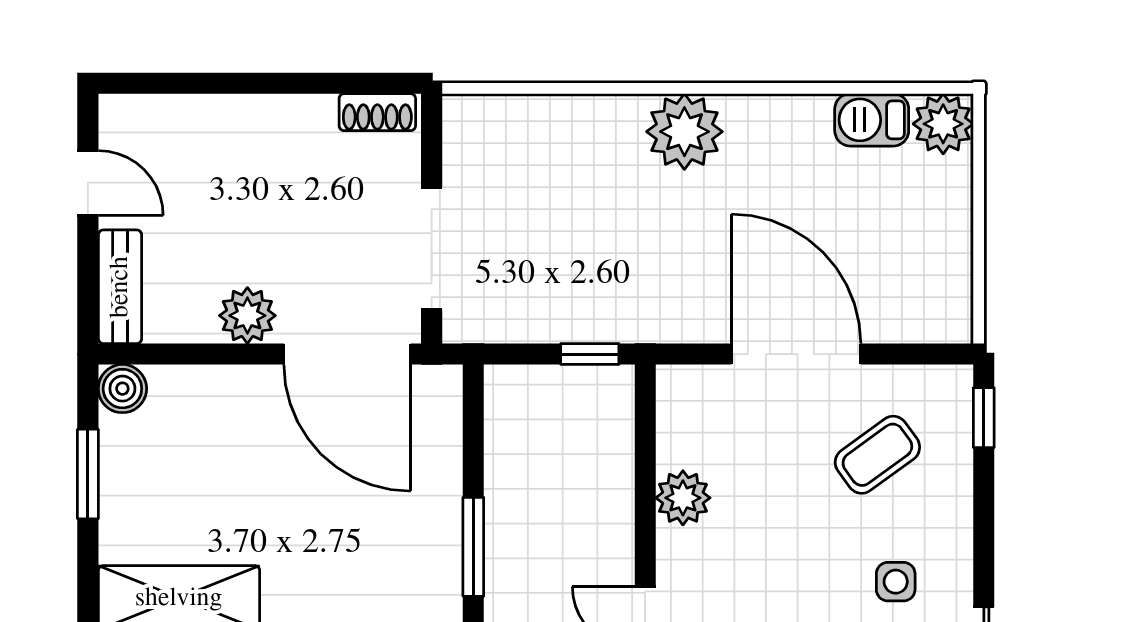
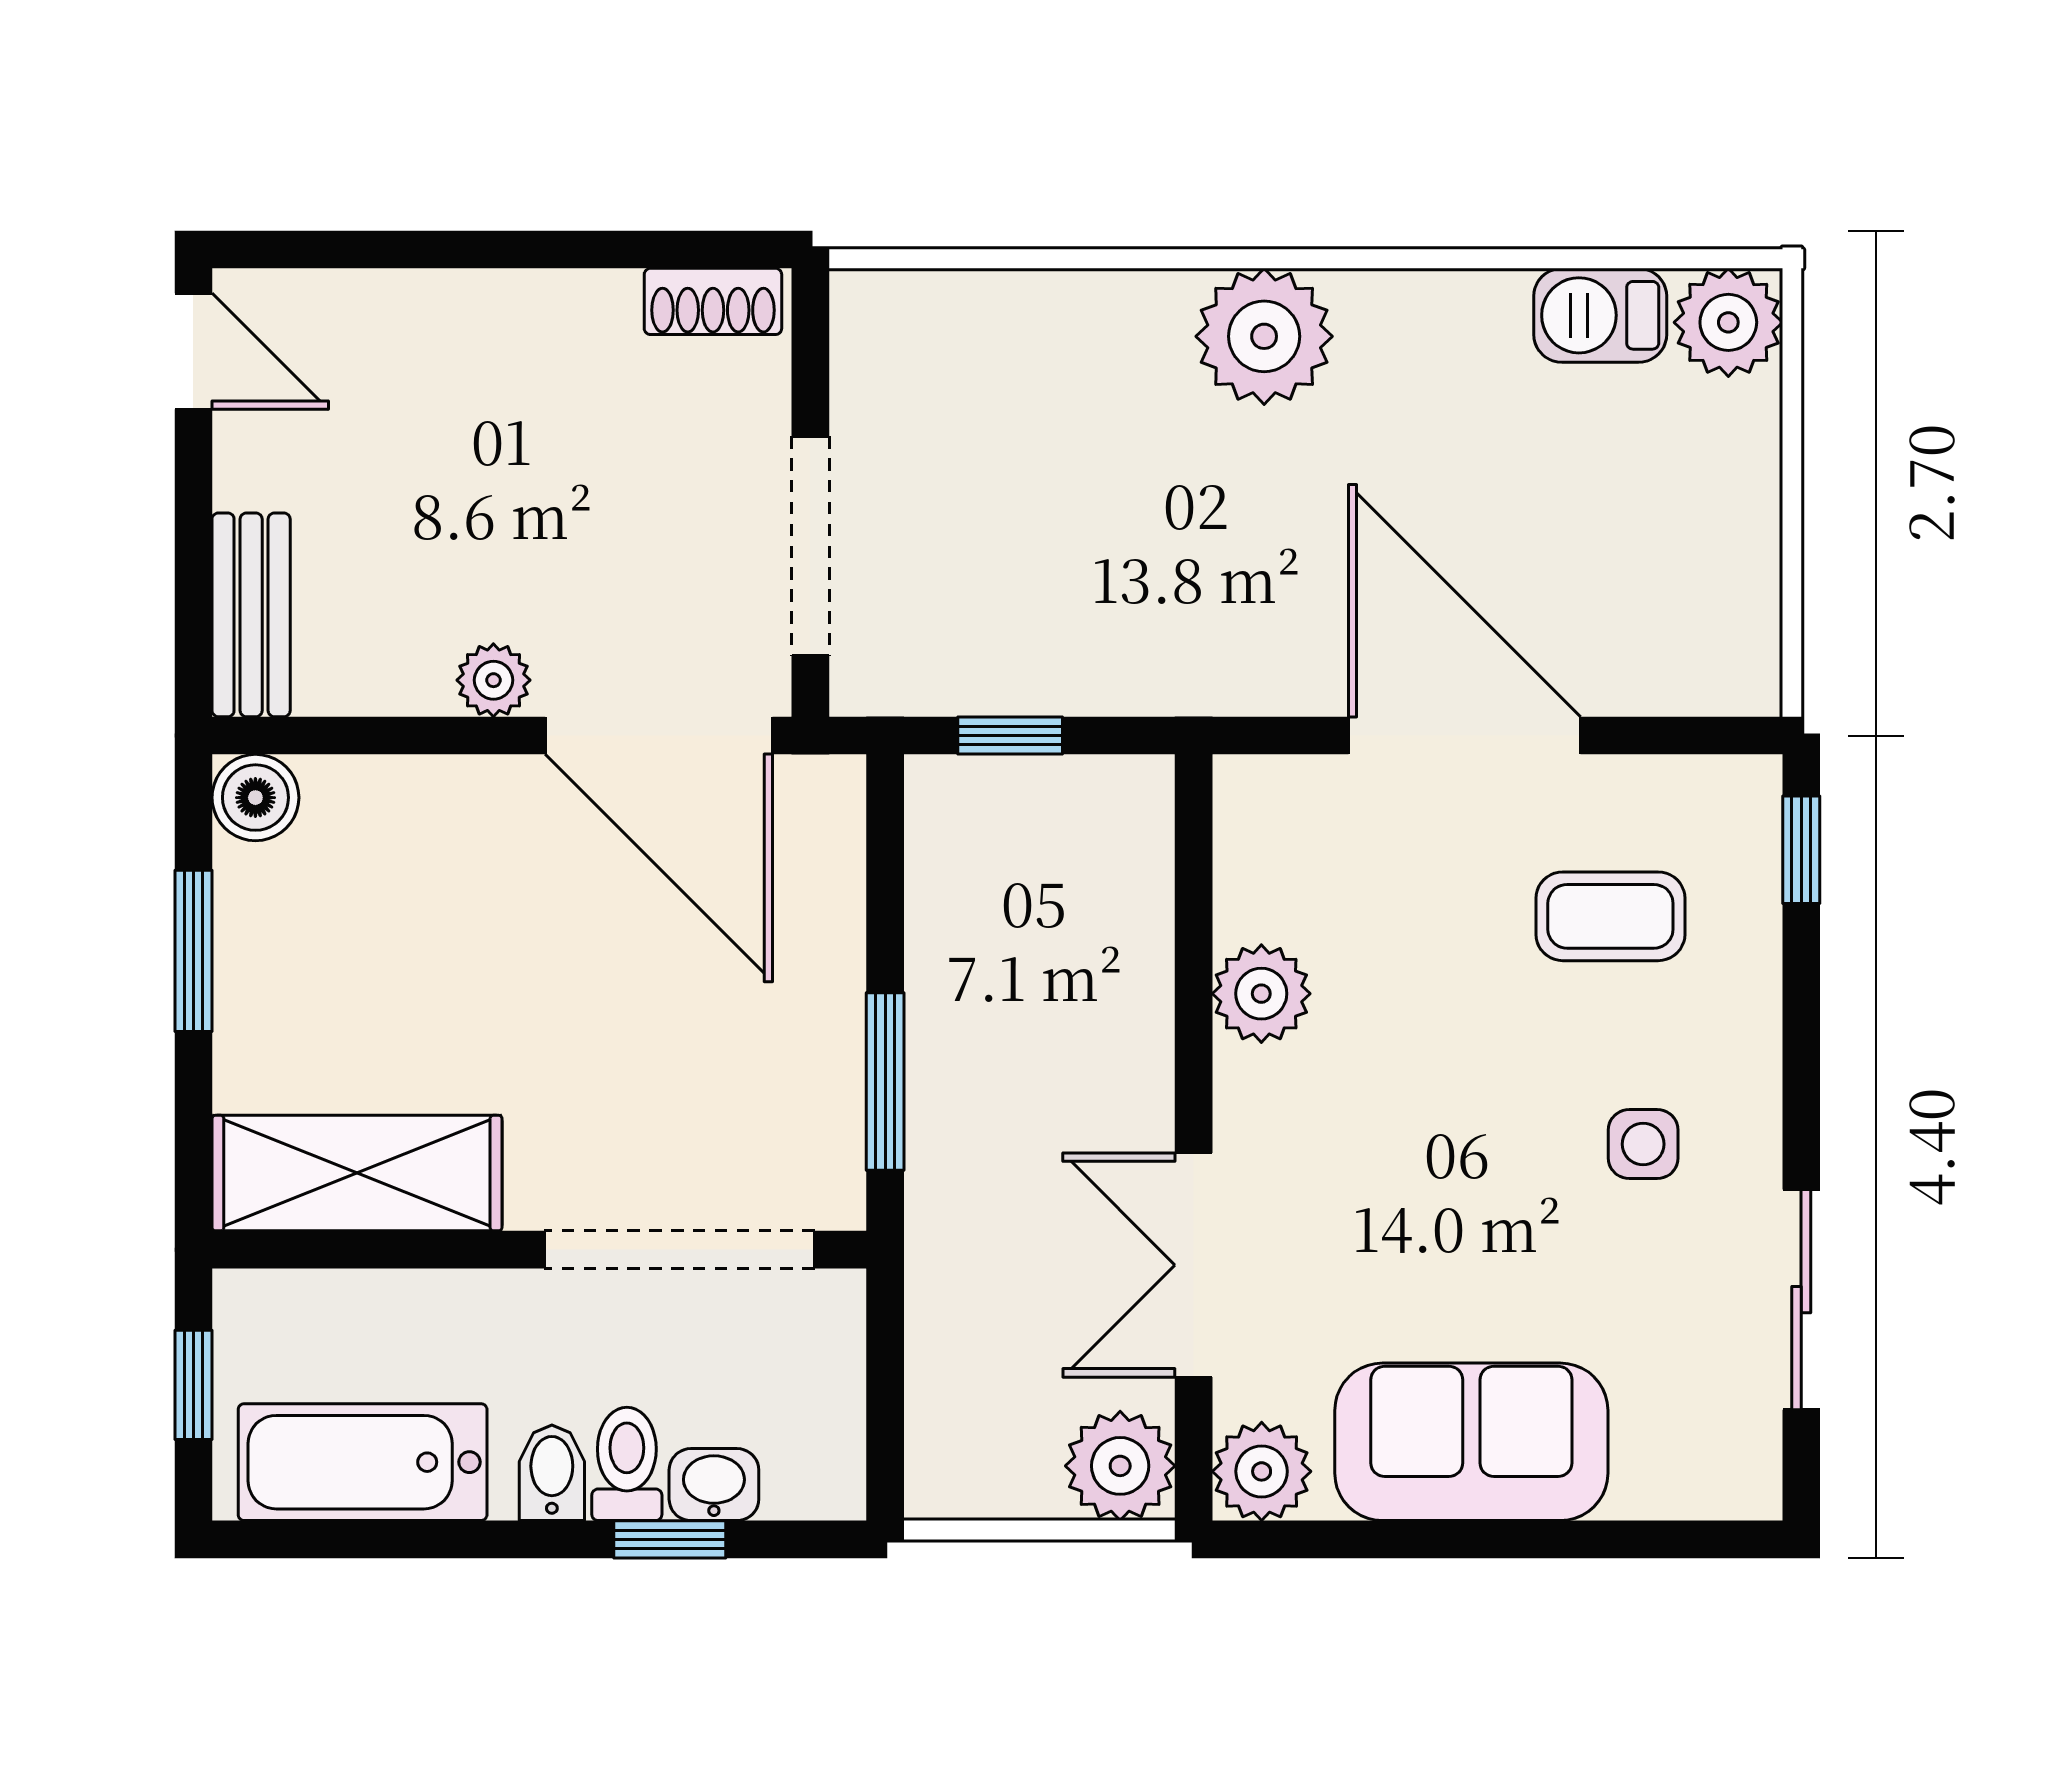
door: (88, 183) -> (193, 351), moved
plant: (247, 316) -> (493, 680), width x0.73, depth x0.73
window: (590, 354) -> (1010, 736), moved
coffee table: (877, 455) -> (1610, 916), turned 36

